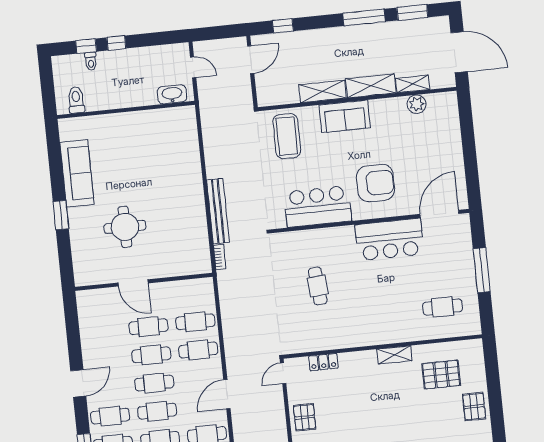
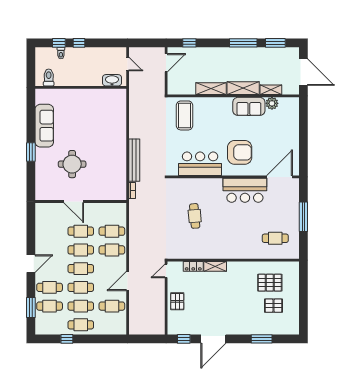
sofa: (345, 116) -> (249, 106), moved
shelving: (394, 355) -> (215, 266), moved
pallet: (474, 407) -> (273, 306), moved, turned 90

